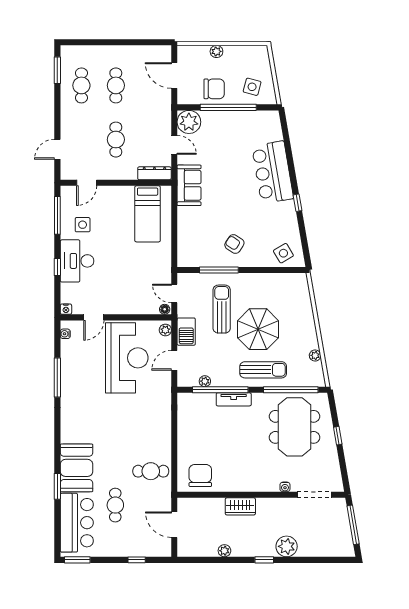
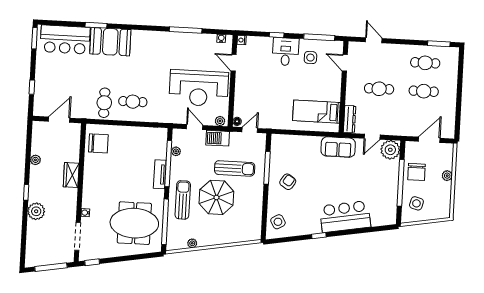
desk: (77, 261) -> (286, 52), width x0.73
sun lounger: (263, 370) -> (183, 200), turned 180
window: (338, 436) -> (92, 262), moved
cafe table: (115, 505) -> (133, 102), moved

